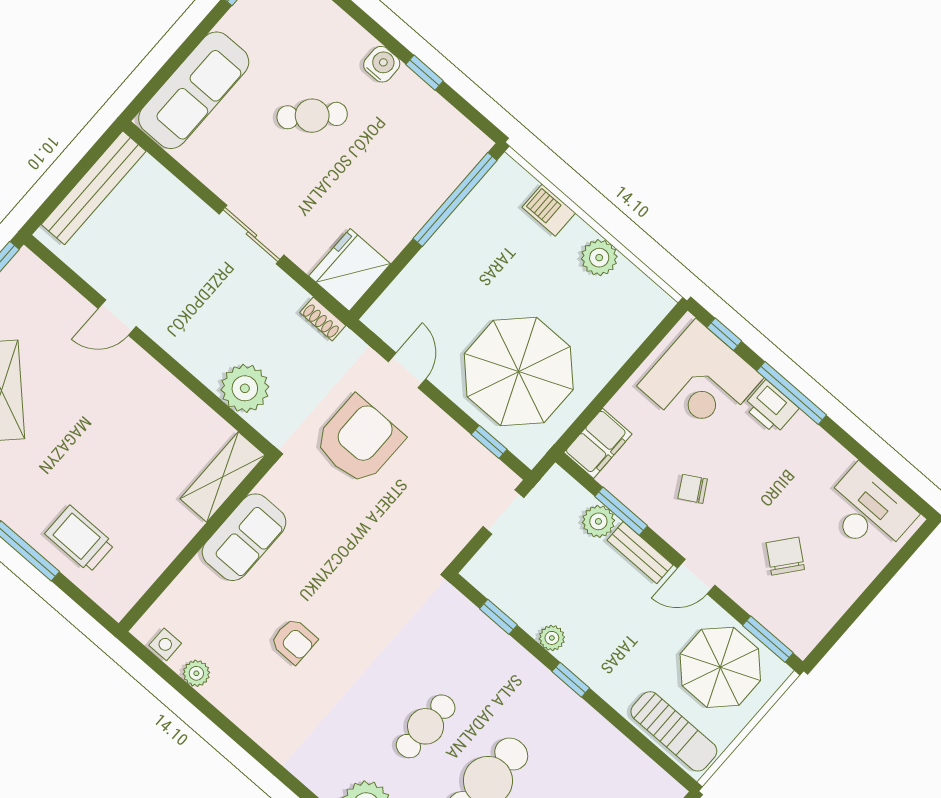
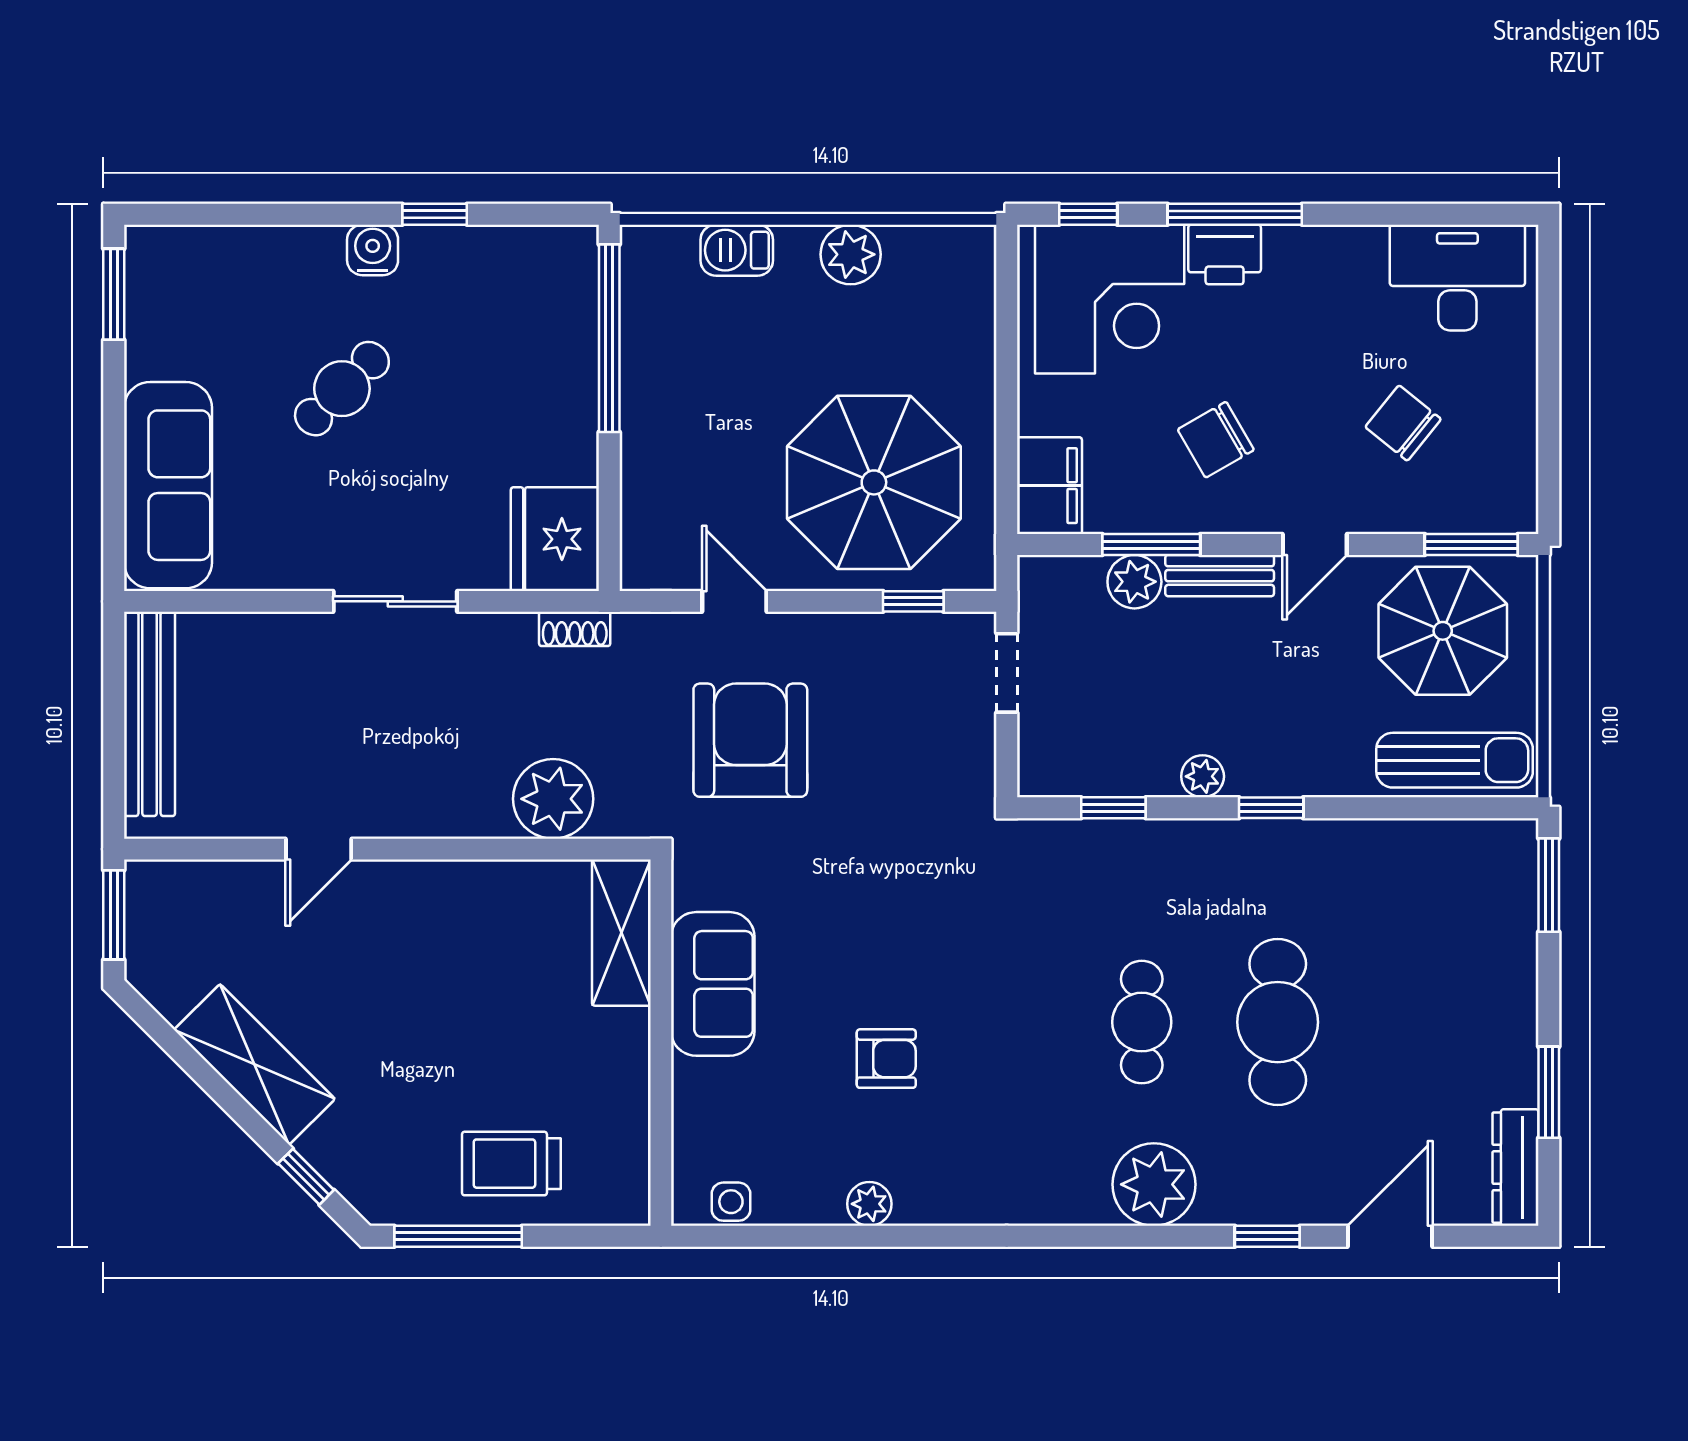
chair: (693, 489) -> (1216, 440), width x1.37, depth x1.37
plant: (196, 673) -> (869, 1204), moved

